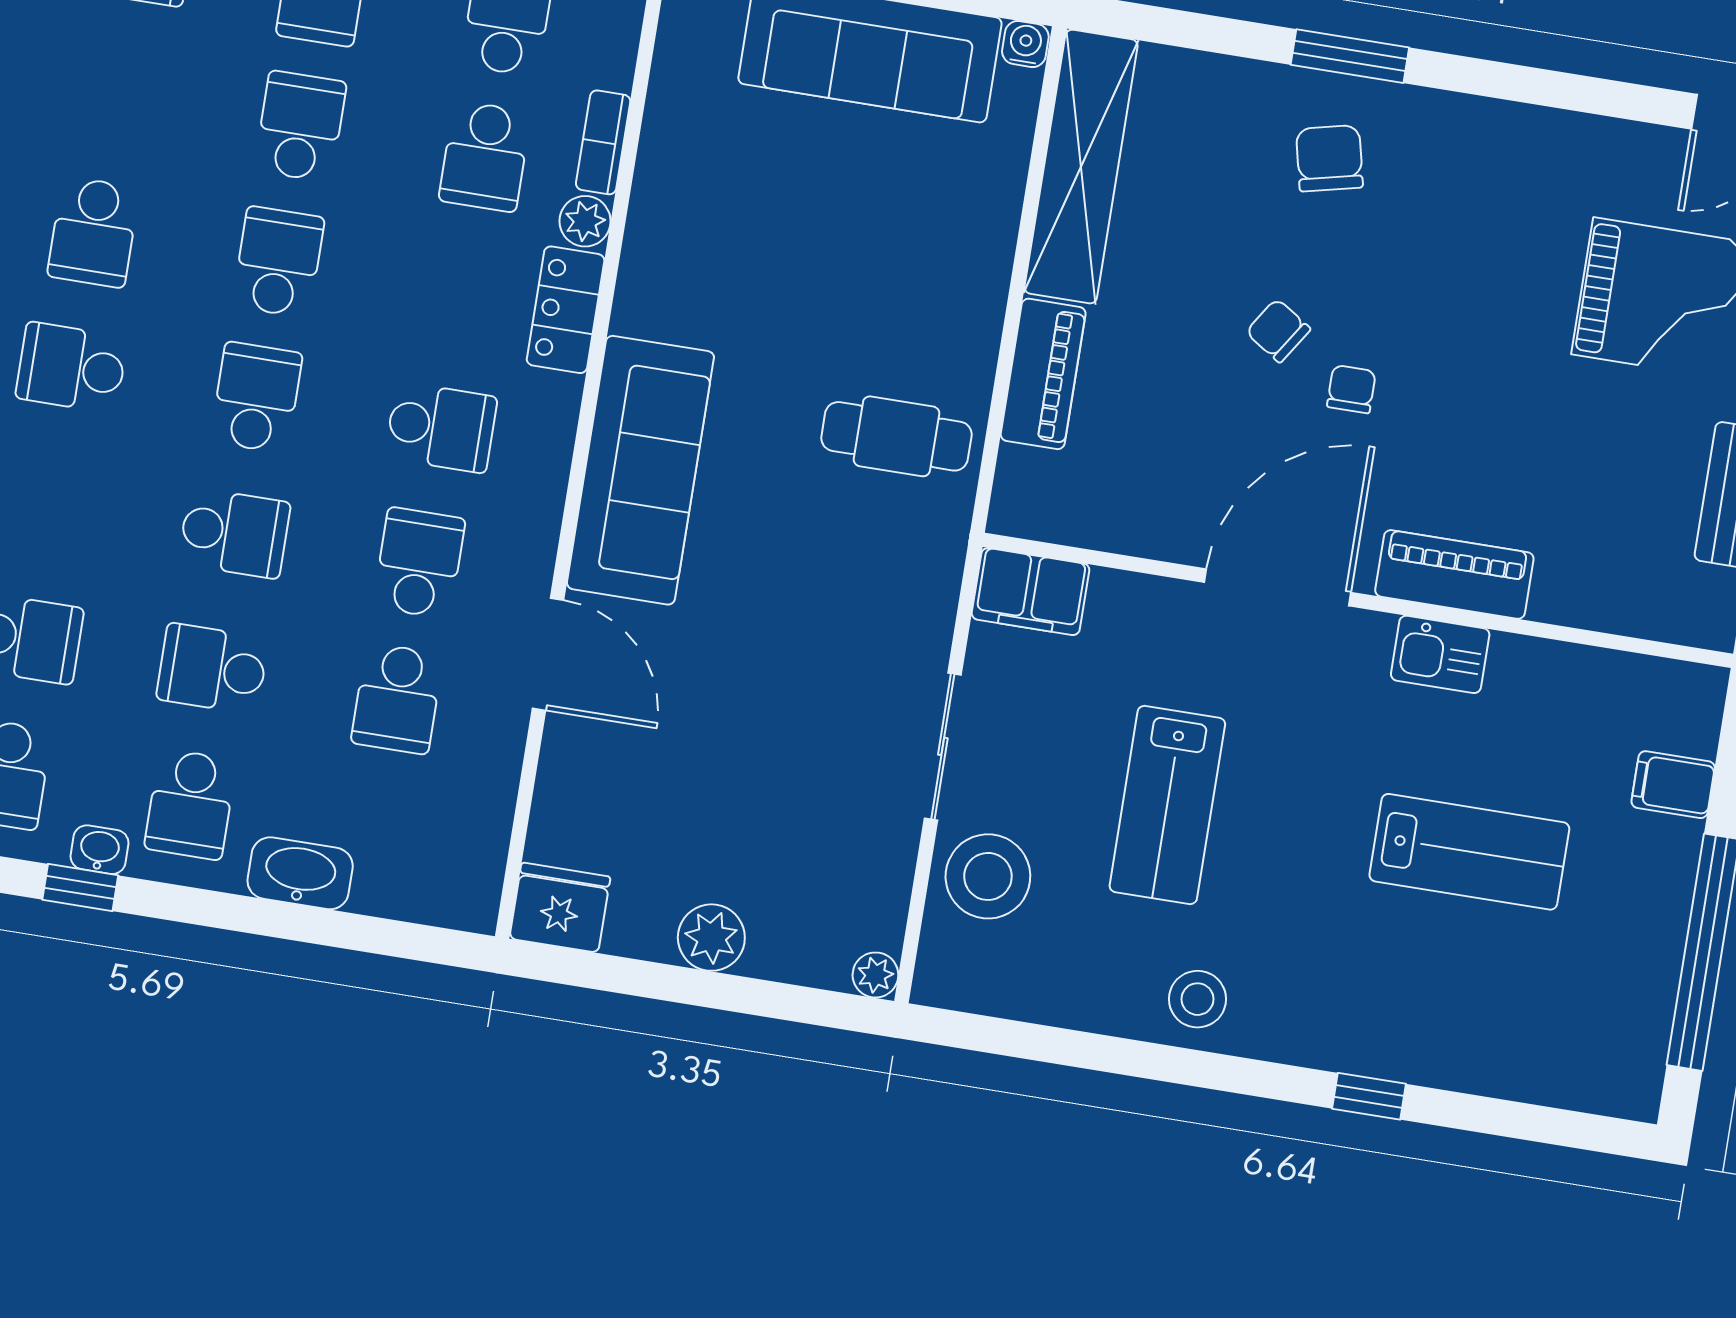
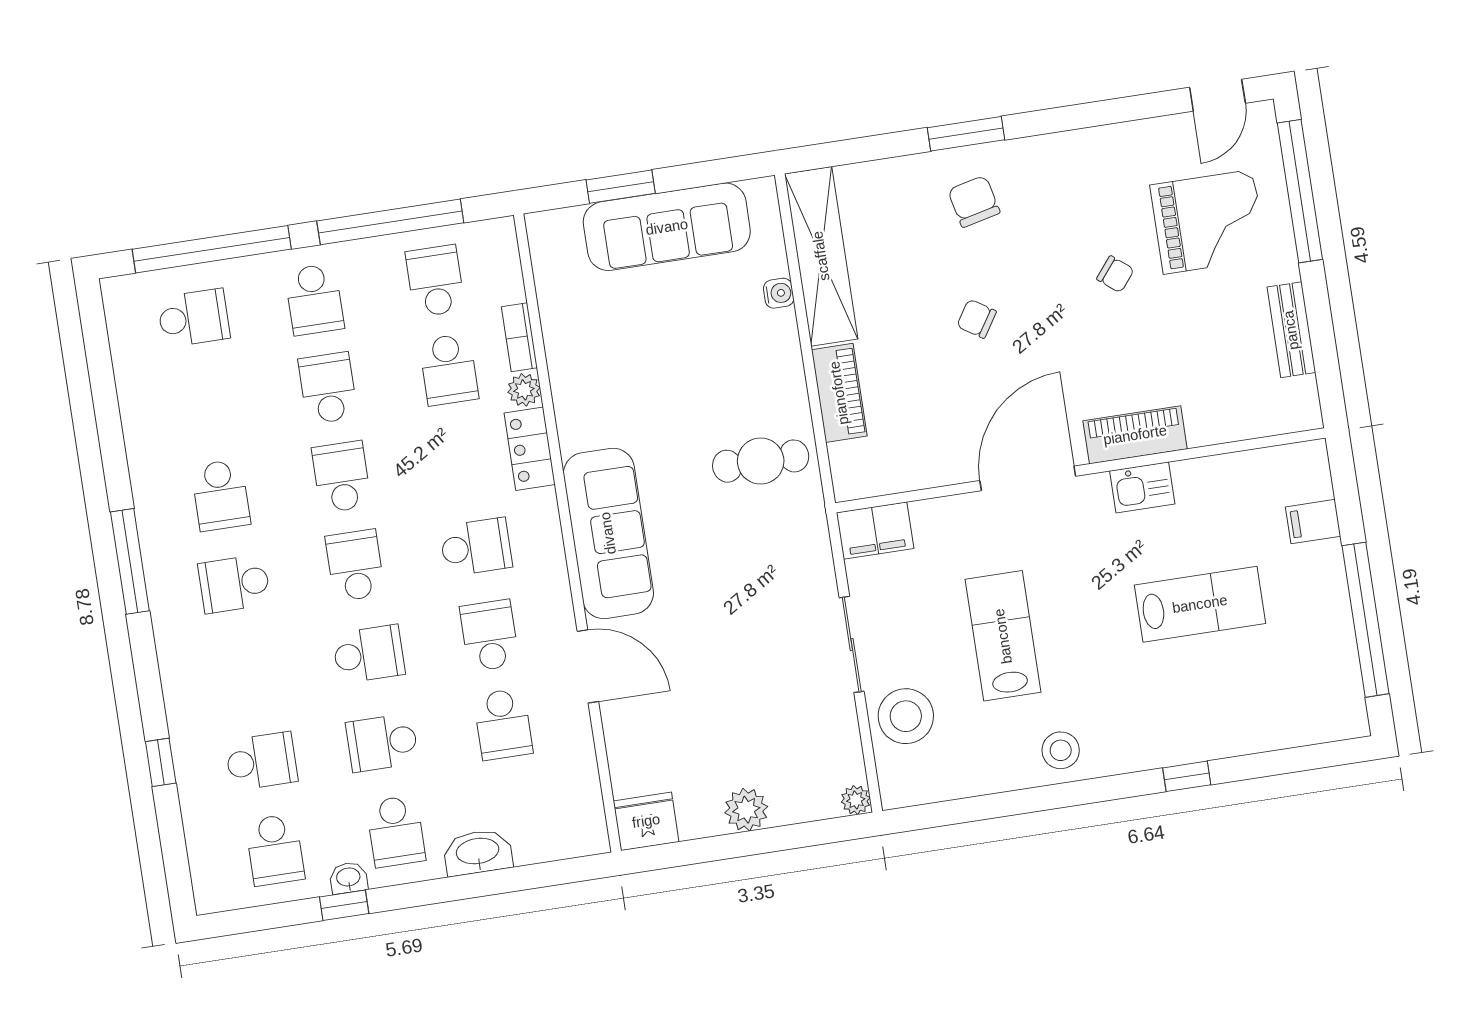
water cooler: (1025, 44) -> (779, 293), moved, turned 90
chair: (1351, 389) -> (1115, 274), moved, turned 129
lab bench: (1167, 805) -> (1003, 636), turned 180

